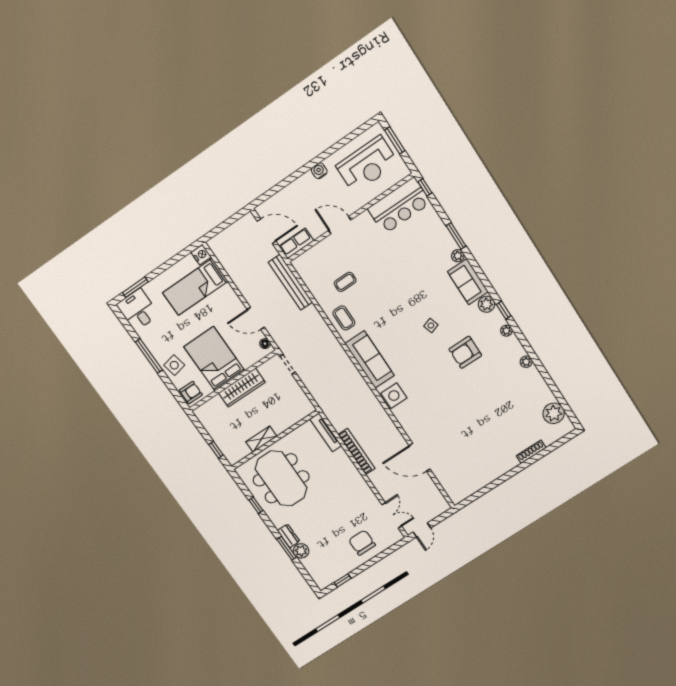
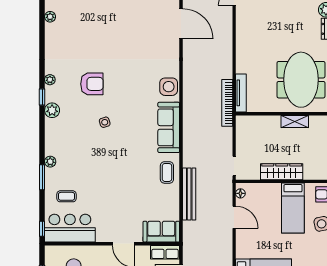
bench: (290, 282) -> (189, 194), moved
coffee table: (345, 282) -> (66, 196), moved
sofa: (468, 282) -> (161, 232), moved, turned -90
bed: (214, 359) -> (293, 208), width x0.67
plant: (526, 362) -> (50, 17), moved
bookcase: (356, 451) -> (227, 103), moved

